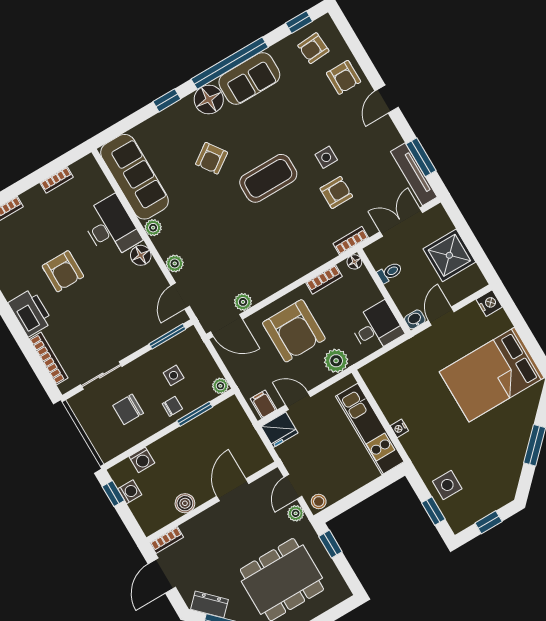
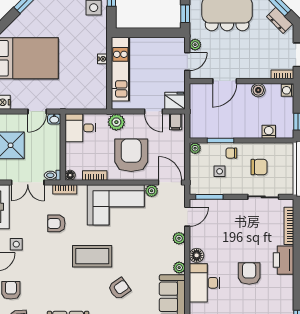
side table: (326, 157) -> (16, 244), moved
corner sofa: (277, 259) -> (116, 205), added
toilet: (390, 272) -> (53, 175), moved
washing machine: (130, 492) -> (287, 90), moved
stool: (319, 502) -> (177, 44), removed

